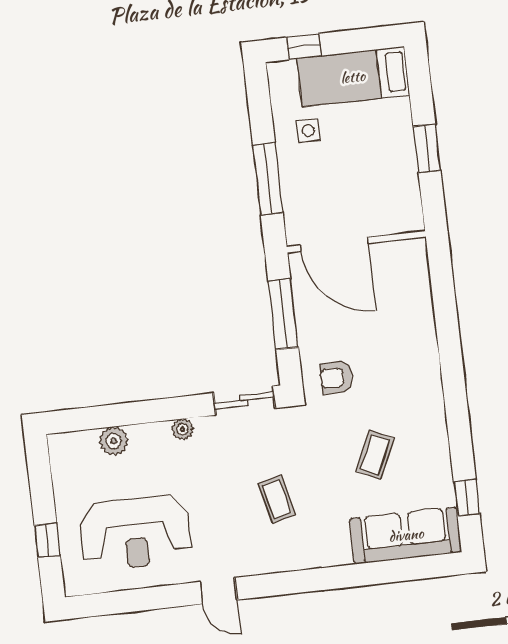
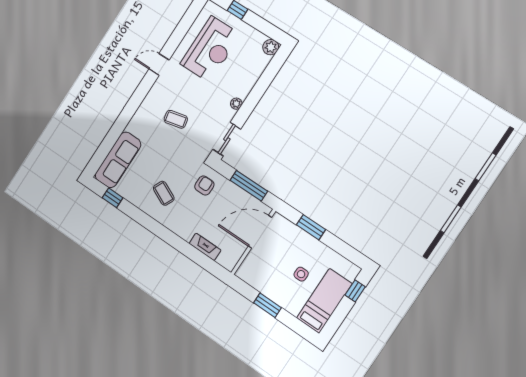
side table: (308, 131) -> (301, 274), moved
window: (268, 179) -> (311, 227), width x0.69
fireplace: (421, 304) -> (205, 247), added
plant: (114, 441) -> (271, 47), moved
coffee table: (375, 455) -> (164, 193), moved
reception desk: (135, 533) -> (210, 49), turned 180

